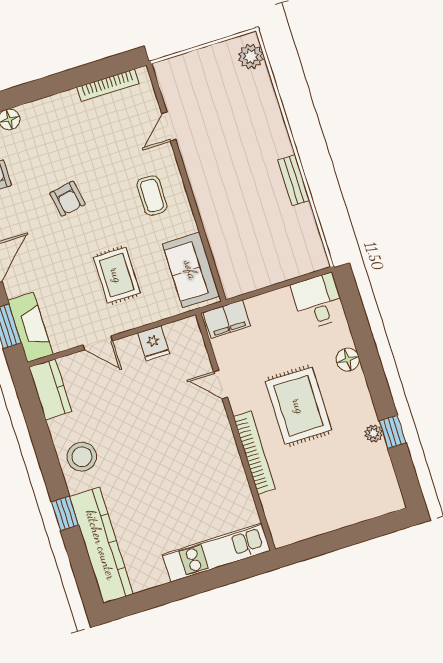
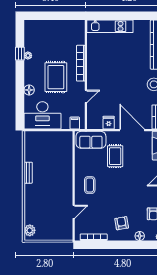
armchair: (68, 199) -> (122, 223), moved
sofa: (191, 270) -> (91, 140), moved, turned 90
desk: (318, 301) -> (42, 115), width x1.87, depth x1.30
filing cabinet: (227, 319) -> (75, 123), width x0.50
door: (98, 343) -> (132, 130), width x1.88
door: (221, 385) -> (86, 96), hinge flipped

